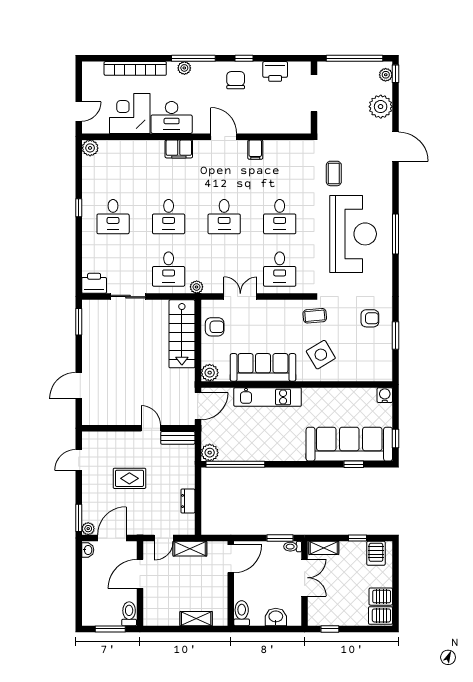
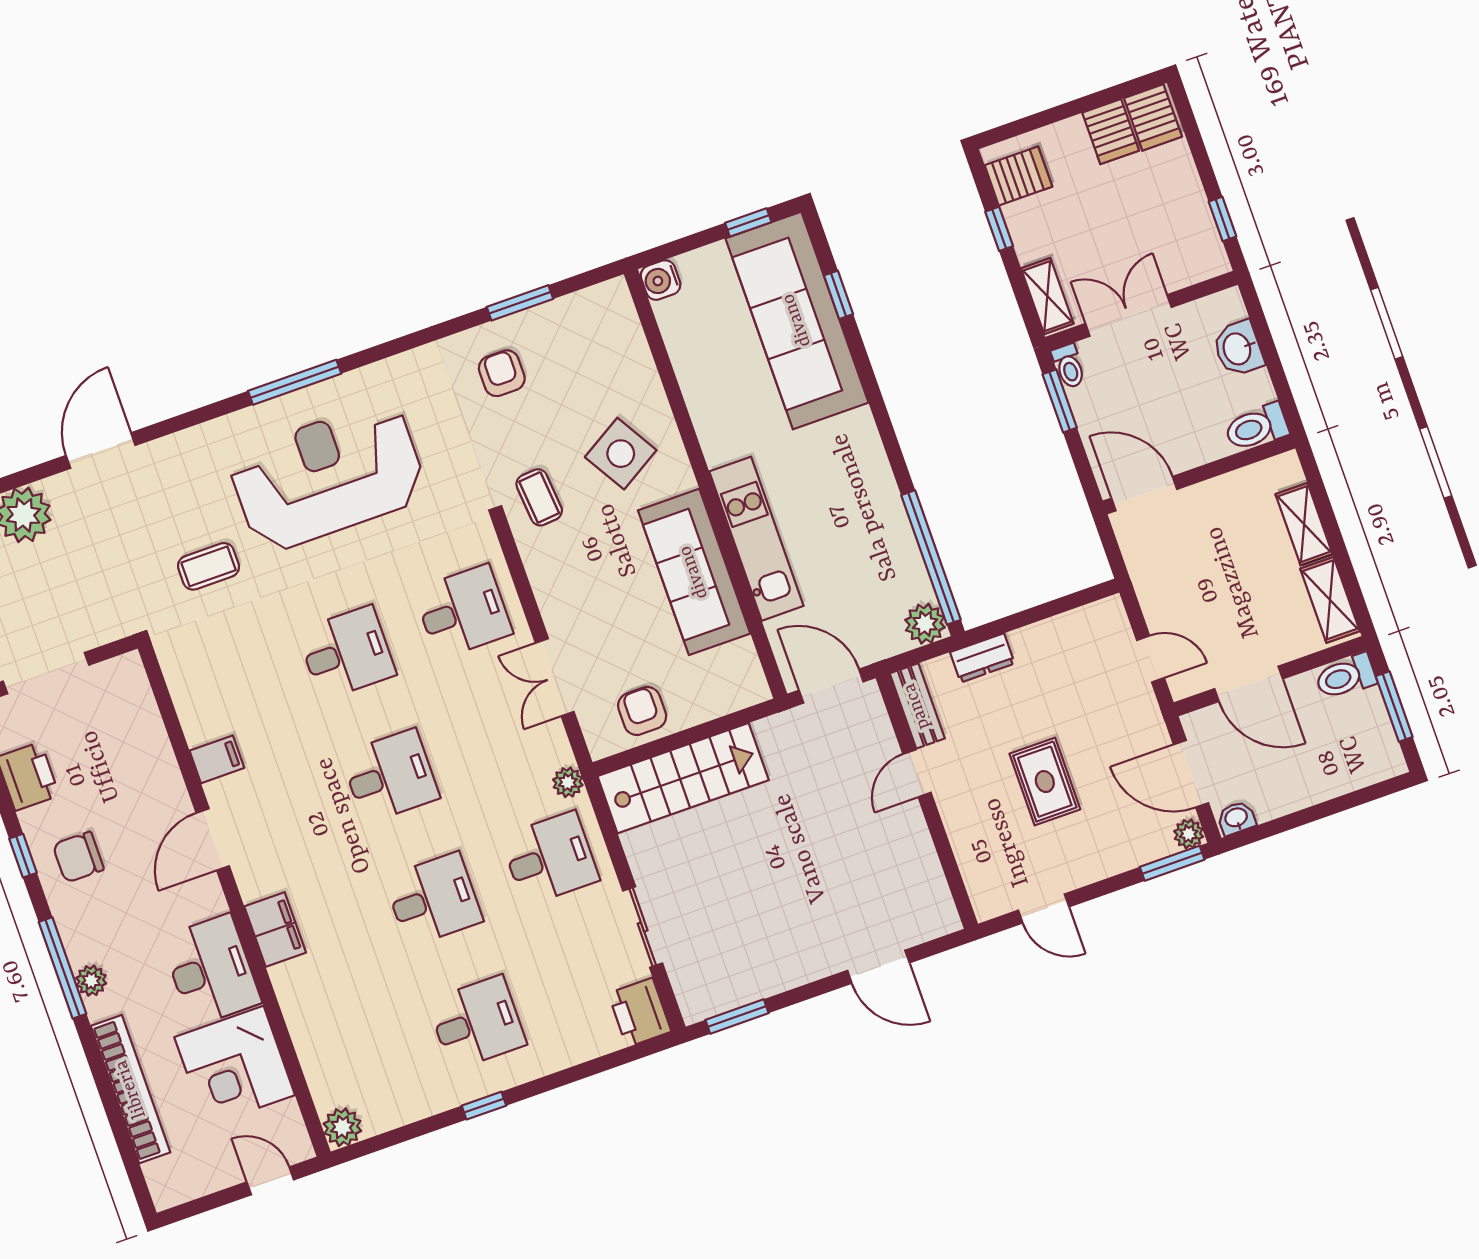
plant: (210, 373) -> (748, 686), removed
dresser: (188, 501) -> (982, 658), moved
shelving: (190, 549) -> (1330, 600), moved

